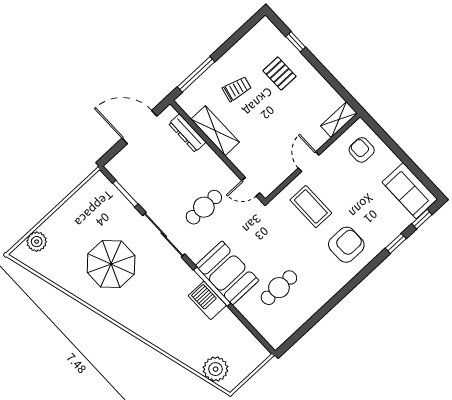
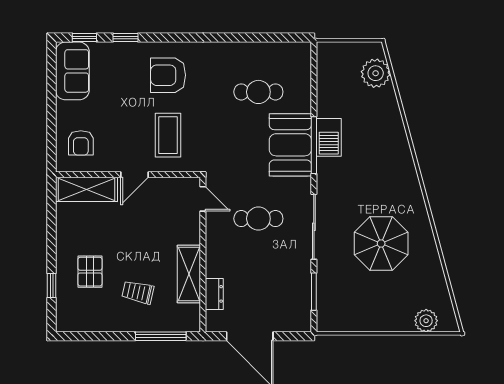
shelving: (339, 120) -> (86, 189), width x1.50, depth x1.33
dresser: (187, 133) -> (214, 294), width x0.70

